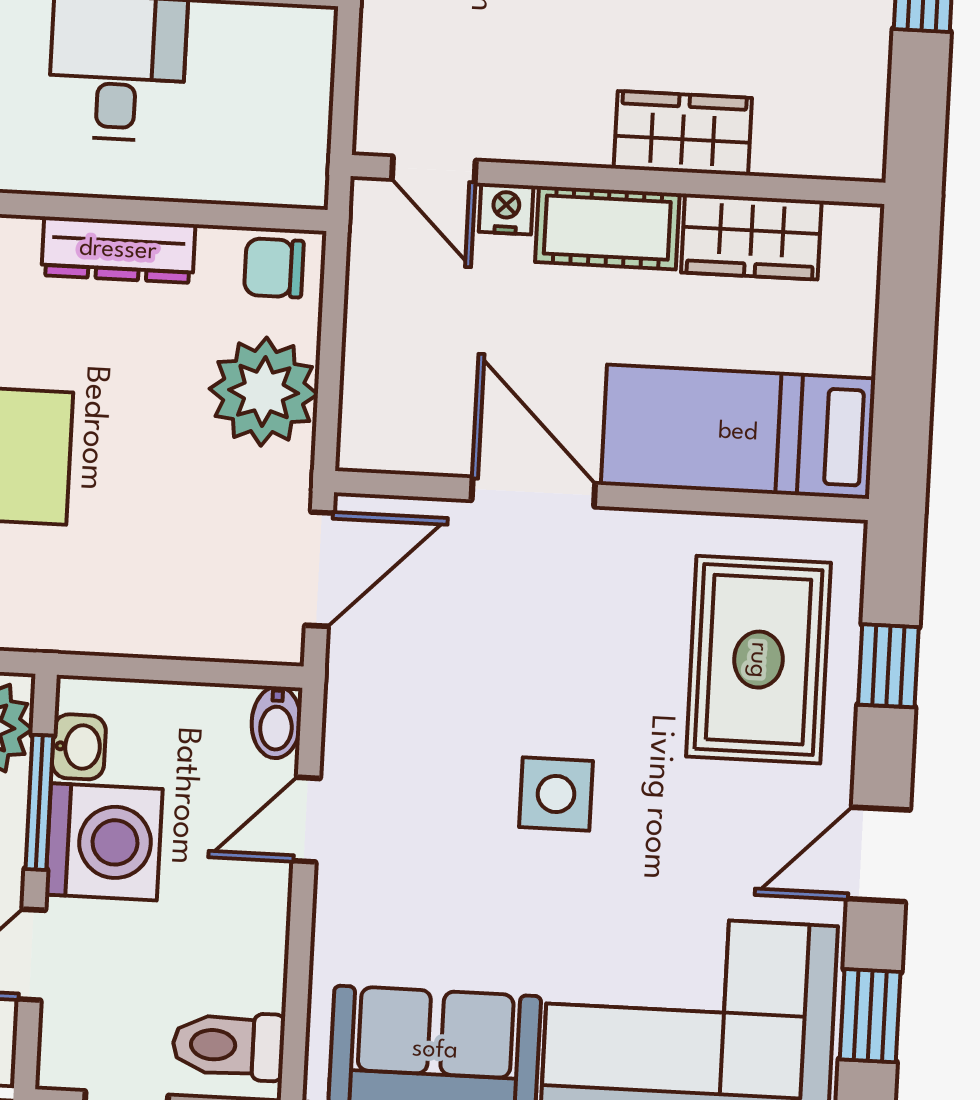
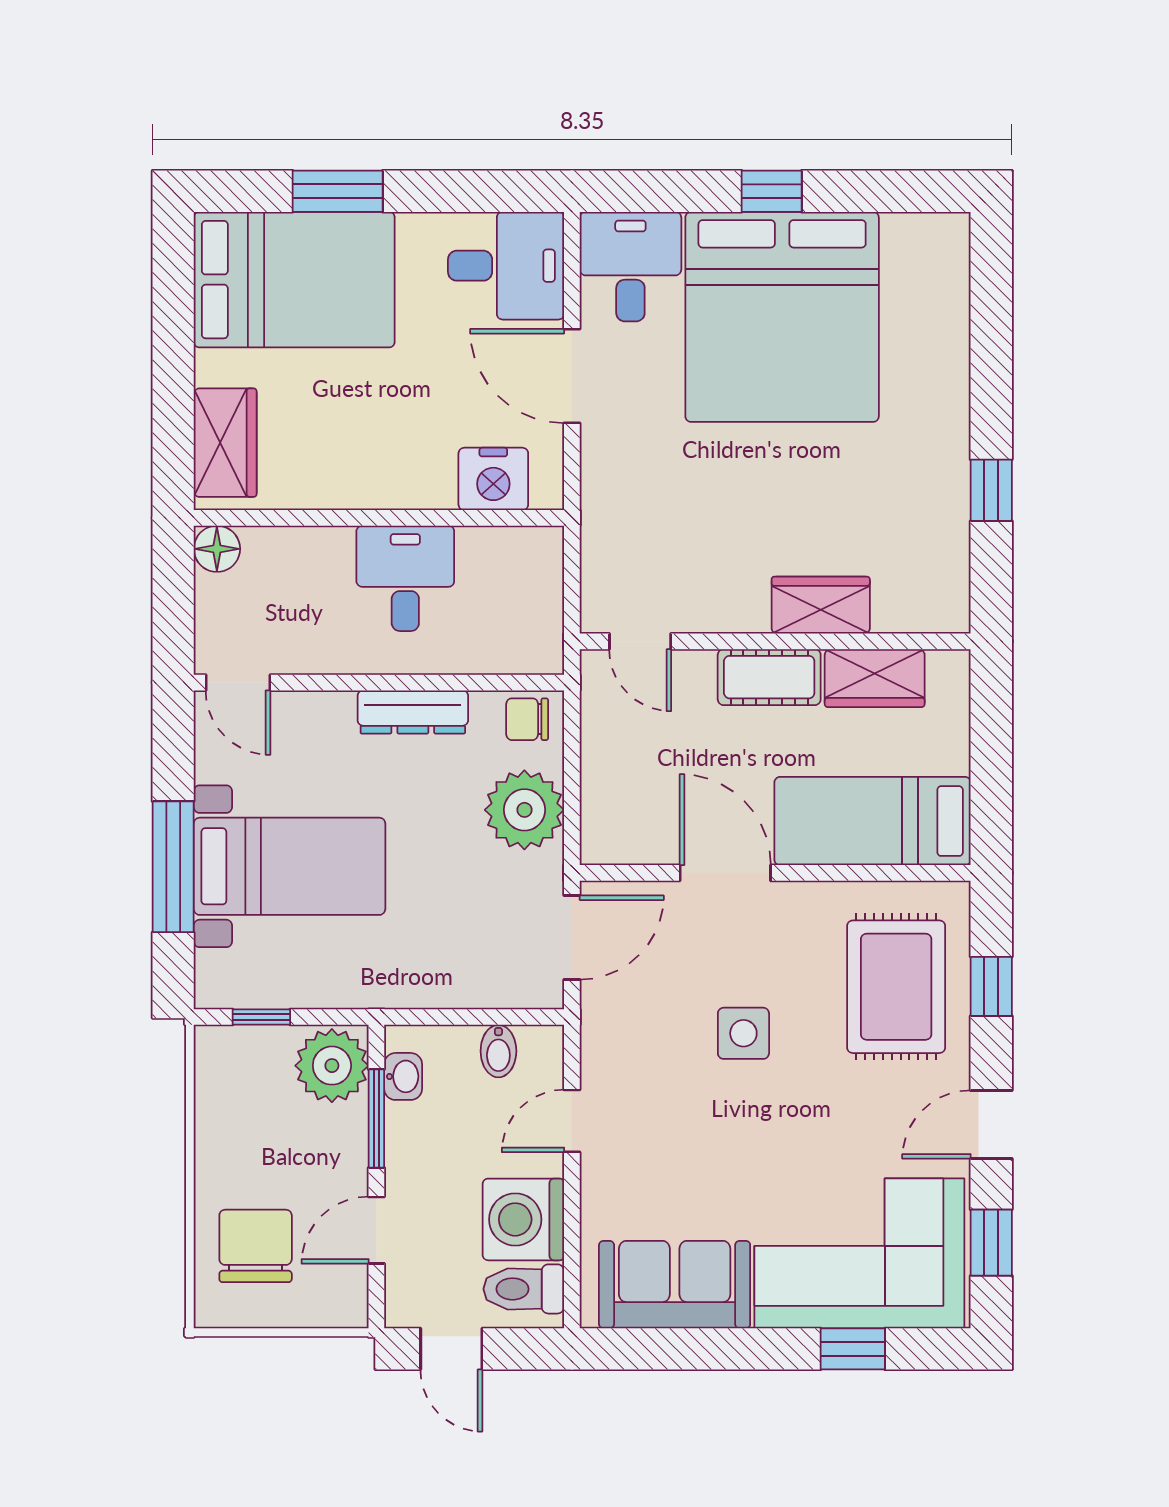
nightstand: (506, 209) -> (695, 667), removed
bidet: (276, 722) -> (498, 1051), moved
side table: (556, 794) -> (743, 1033), moved
washing machine: (104, 842) -> (523, 1219), moved, turned 180

